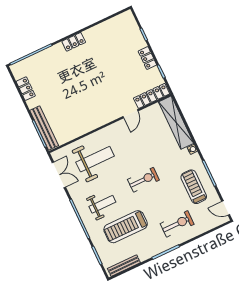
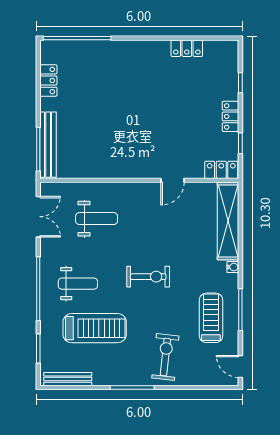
locker: (74, 42) -> (187, 48), moved
locker: (152, 96) -> (221, 170), width x0.66
weight bench: (95, 159) -> (97, 219), width x0.73, depth x0.75
exercise bike: (177, 224) -> (165, 357), turned -84
treadmill: (126, 227) -> (95, 328), turned 180

